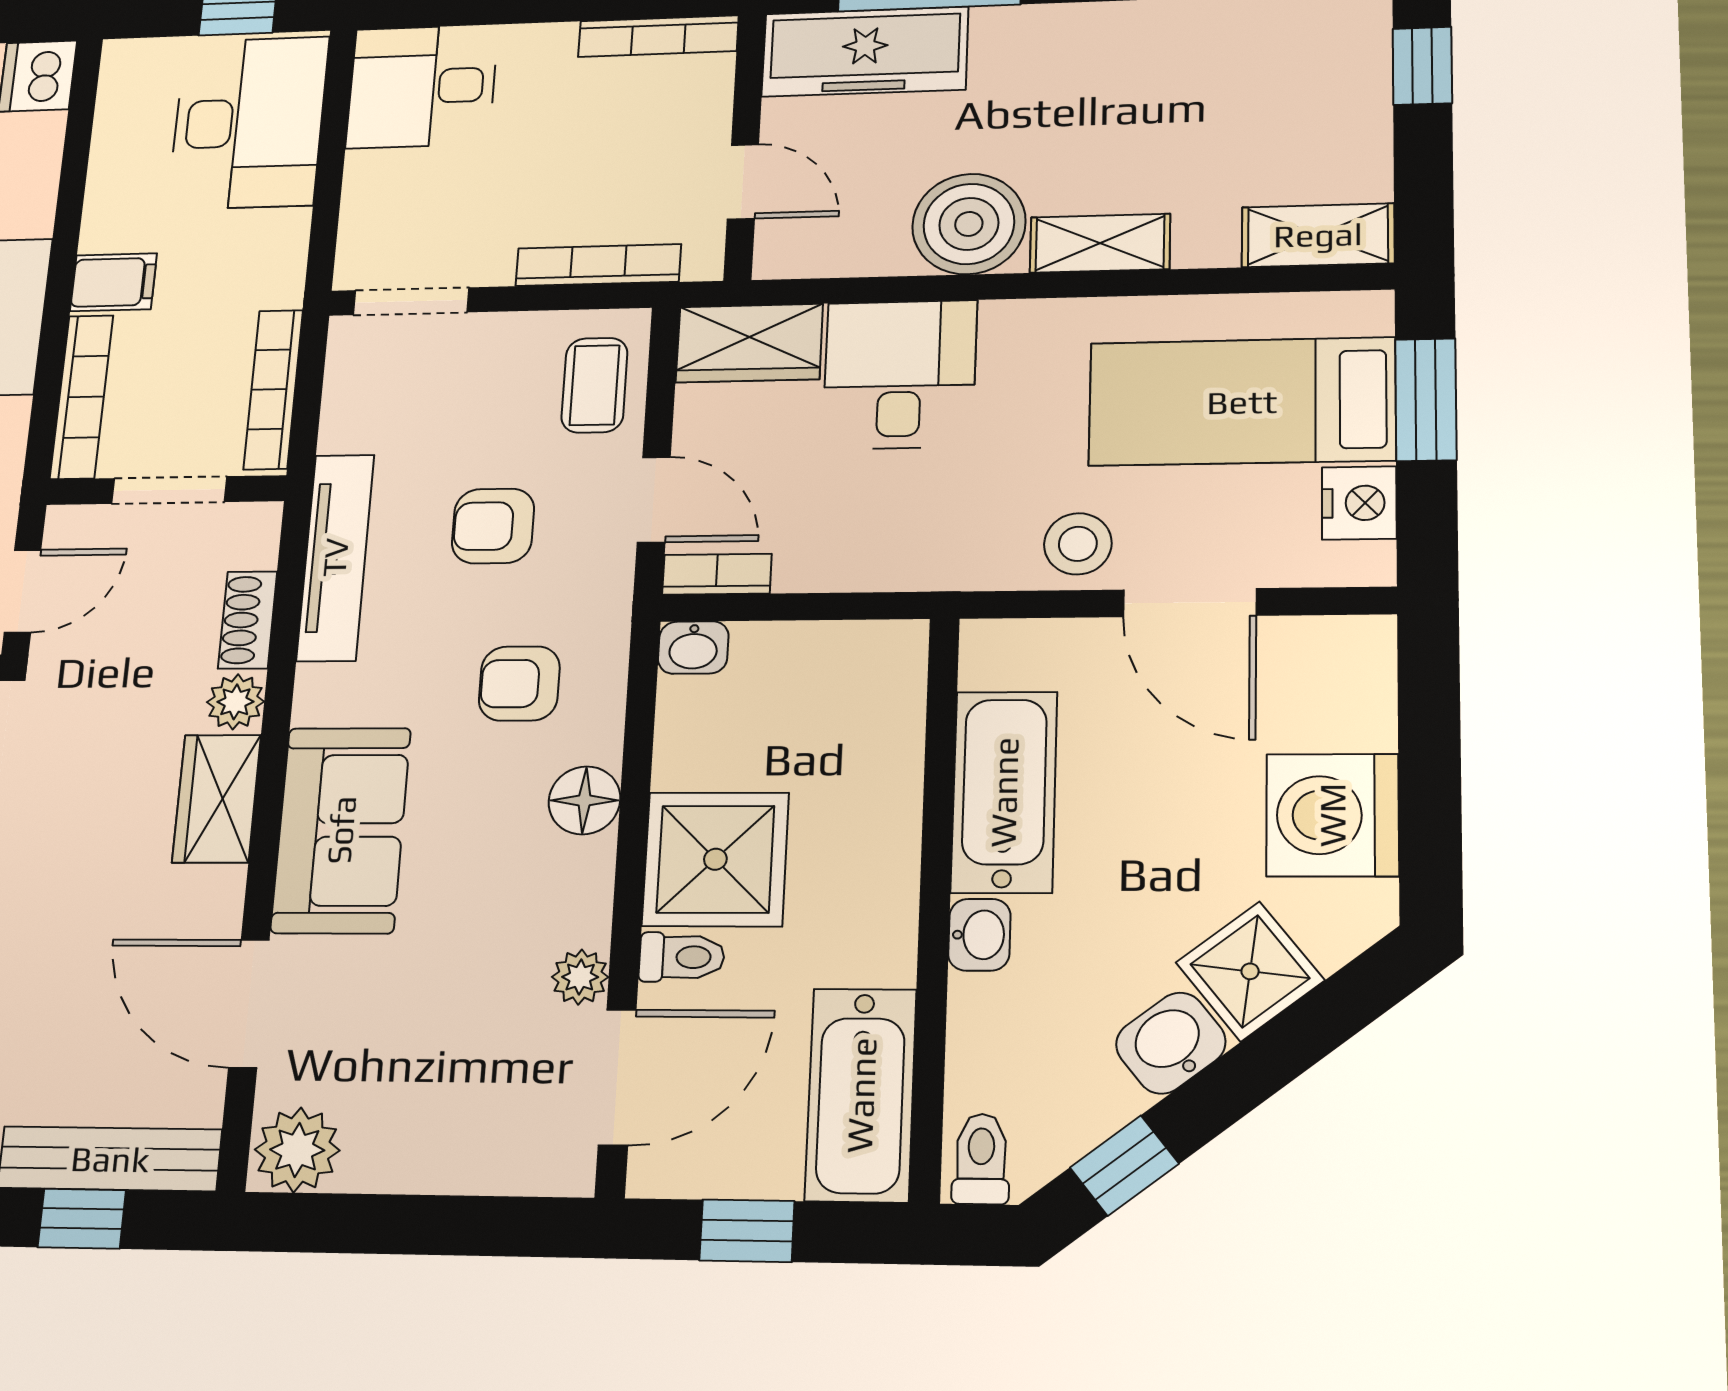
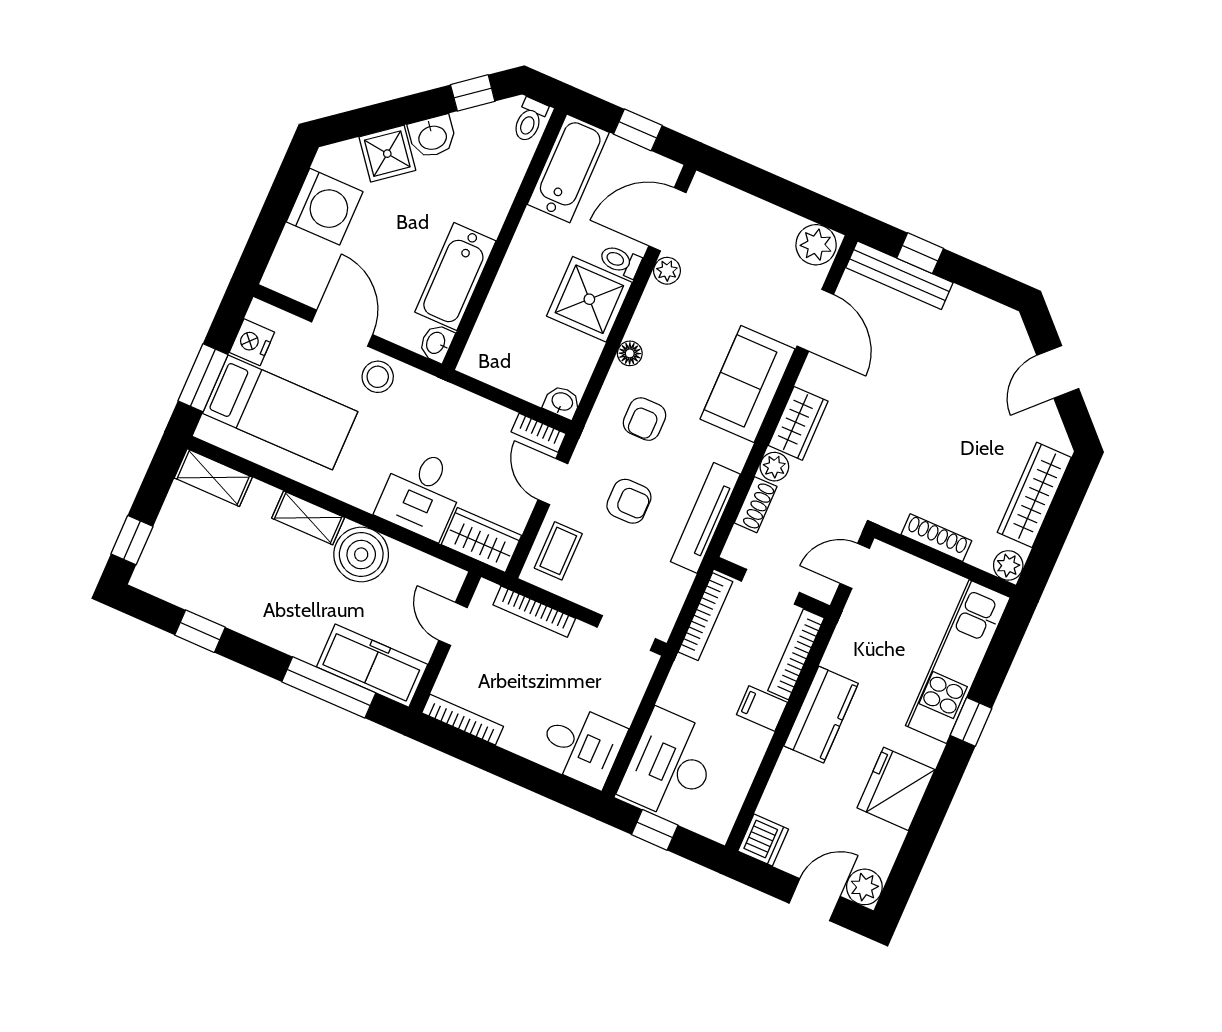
armchair: (519, 684) -> (644, 419), turned 90
floor lamp: (584, 800) -> (630, 353), width x0.73, depth x0.73
washbasin: (979, 935) -> (436, 343), moved

